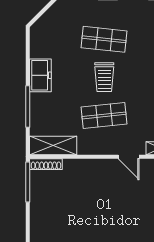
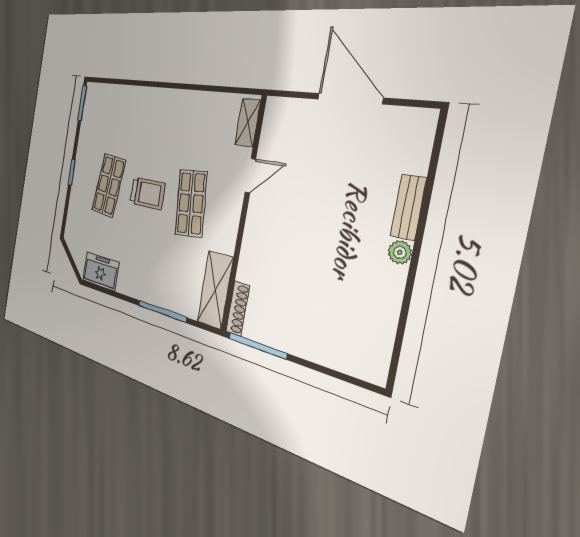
freezer: (40, 75) -> (101, 271), moved

